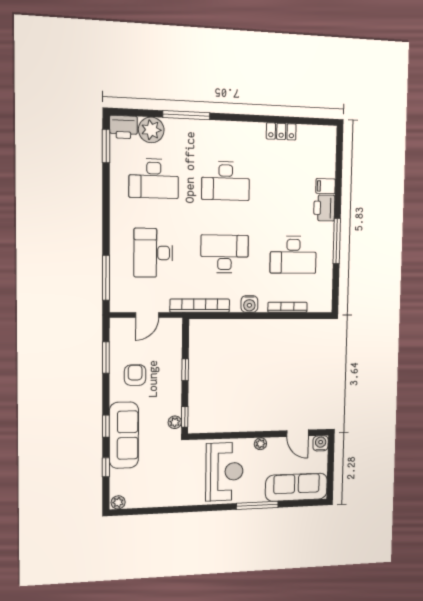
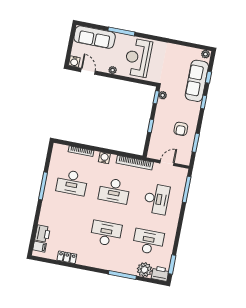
filing cabinet: (326, 186) -> (40, 247), moved
printer: (324, 208) -> (42, 234), moved
desk: (293, 255) -> (72, 182), turned 180
sofa: (124, 435) -> (197, 81), moved

